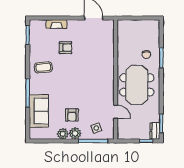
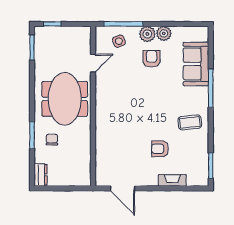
door: (116, 112) -> (93, 63), swing flipped
dresser: (155, 131) -> (41, 175), moved

